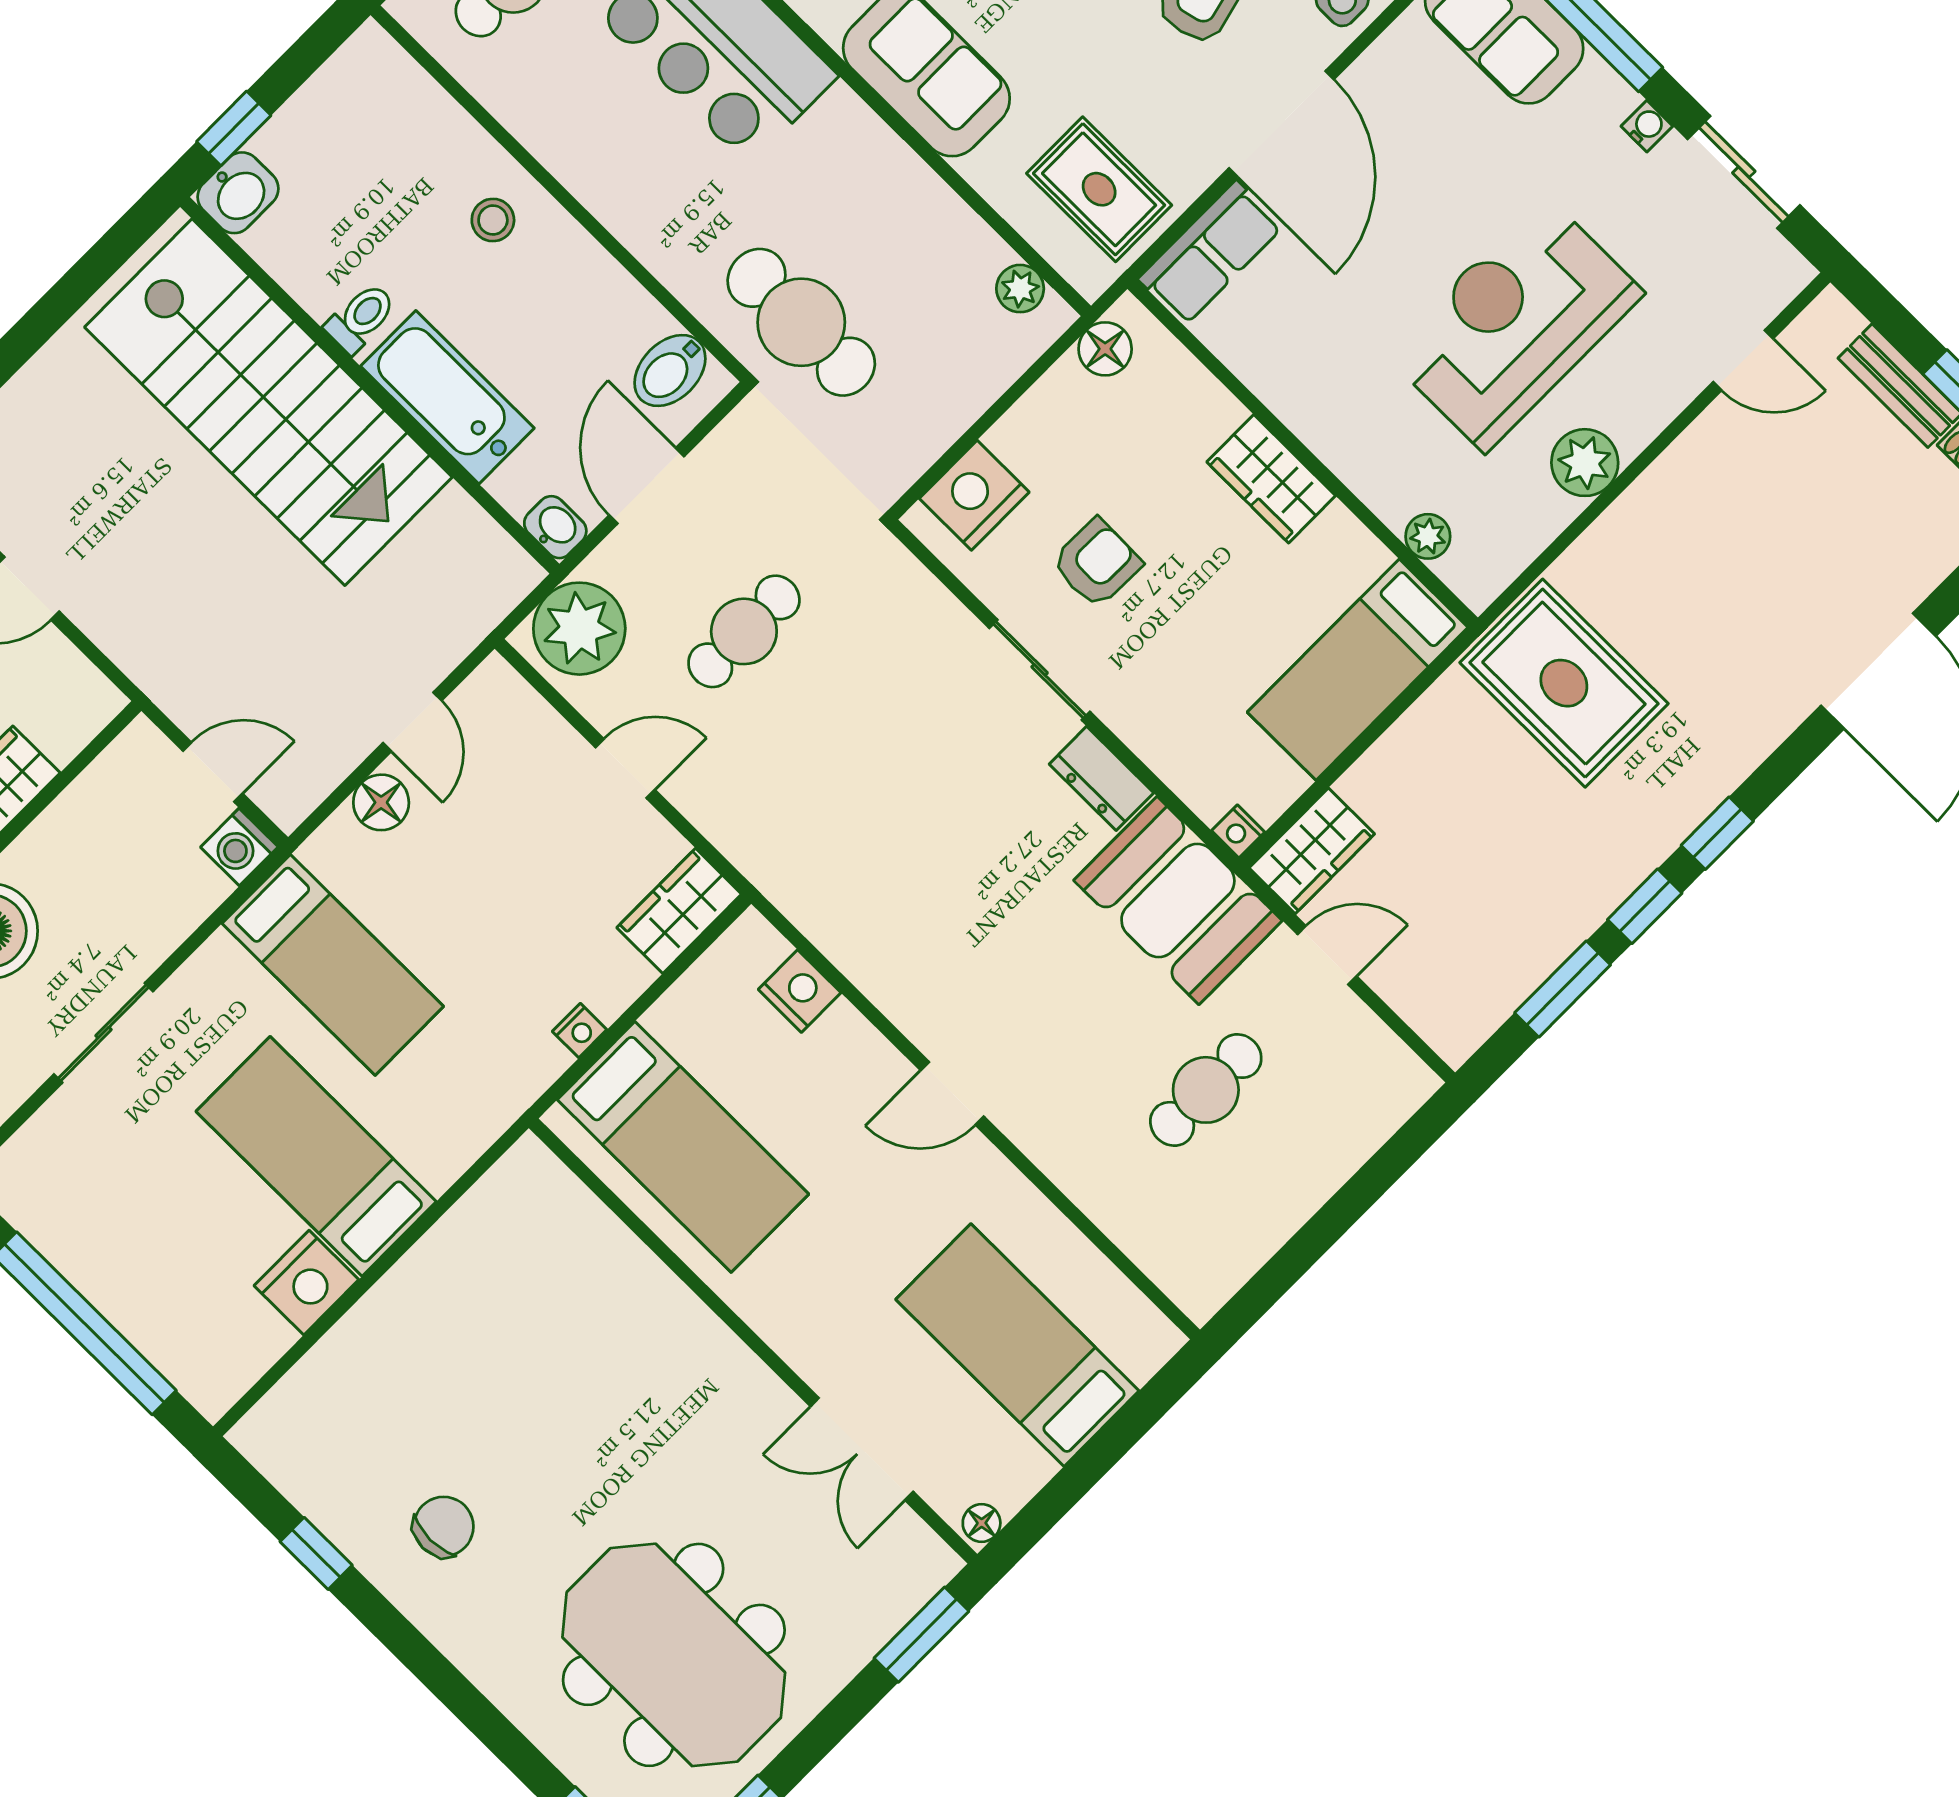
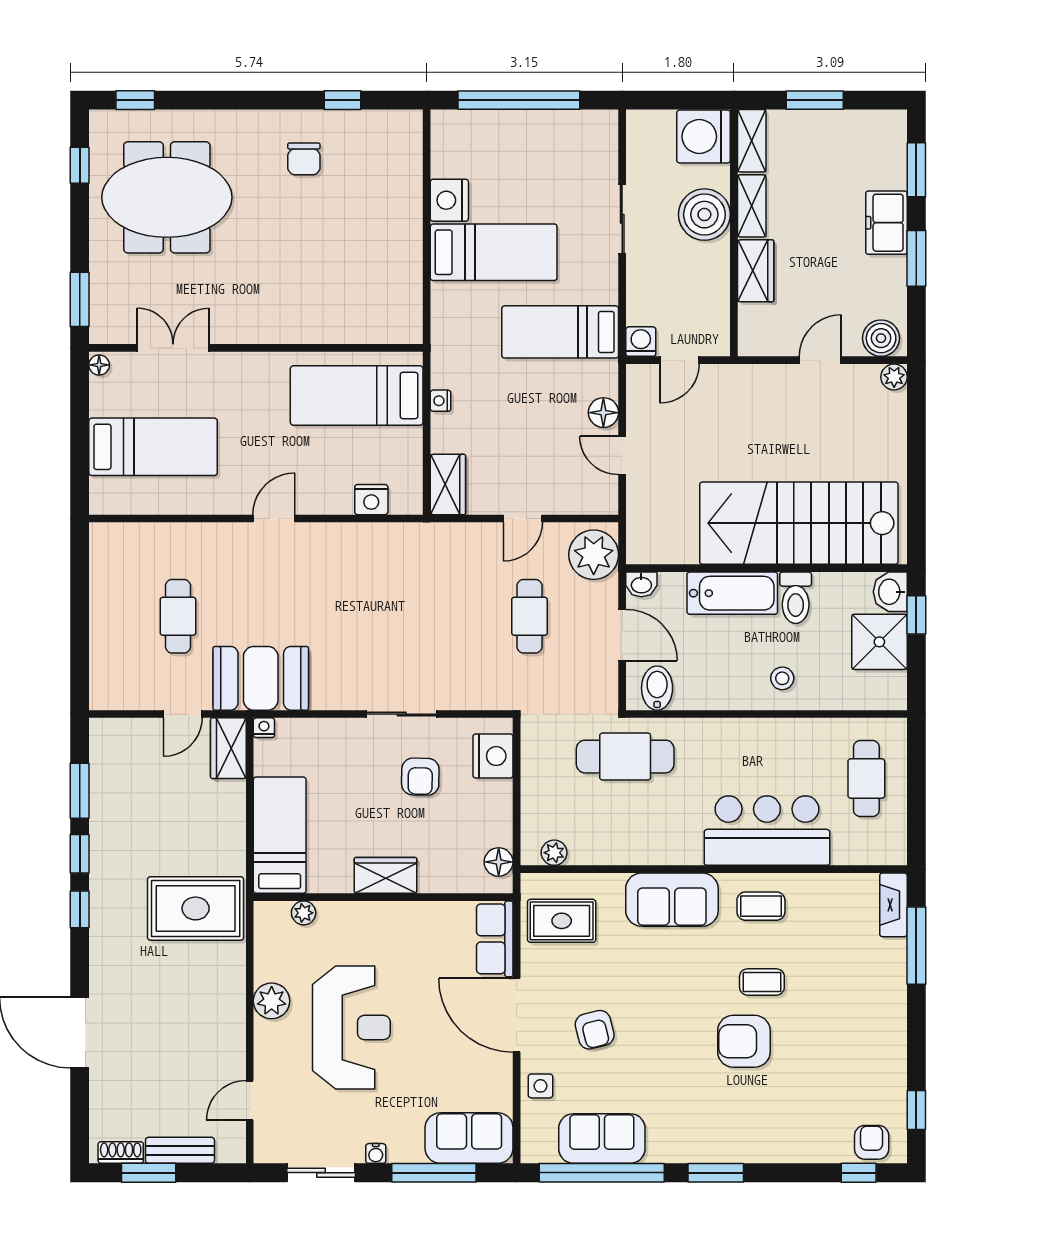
shower: (318, 141) -> (879, 642), added
toilet: (361, 318) -> (796, 598), width x1.37, depth x1.39
dresser: (1101, 778) -> (337, 696), removed

